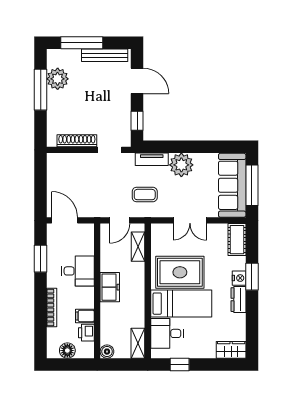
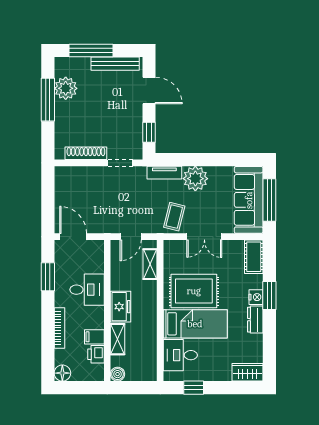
coffee table: (145, 195) -> (174, 217), moved, turned -76
shelving: (138, 343) -> (118, 339), moved
floor lamp: (67, 351) -> (62, 373), moved

